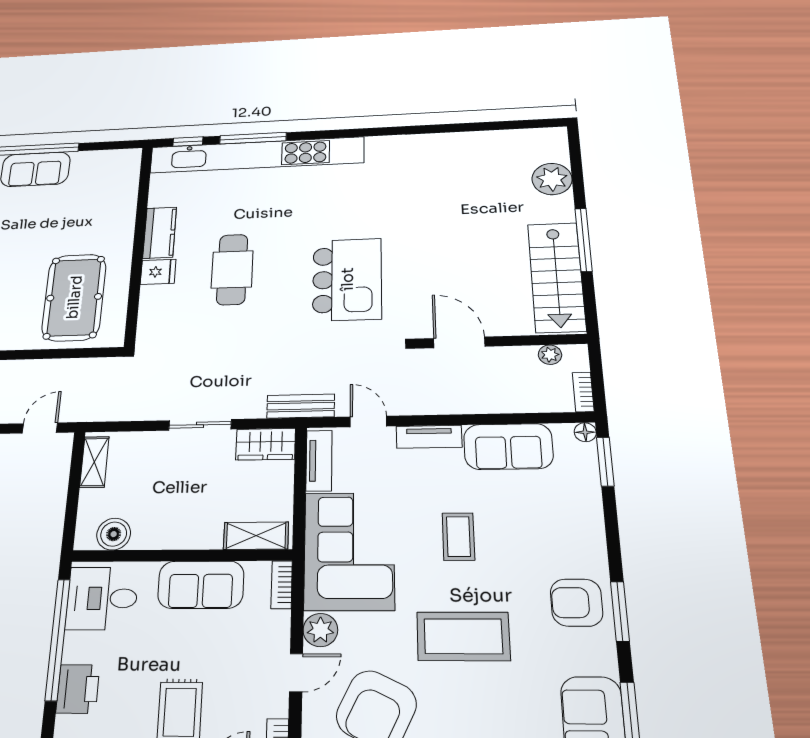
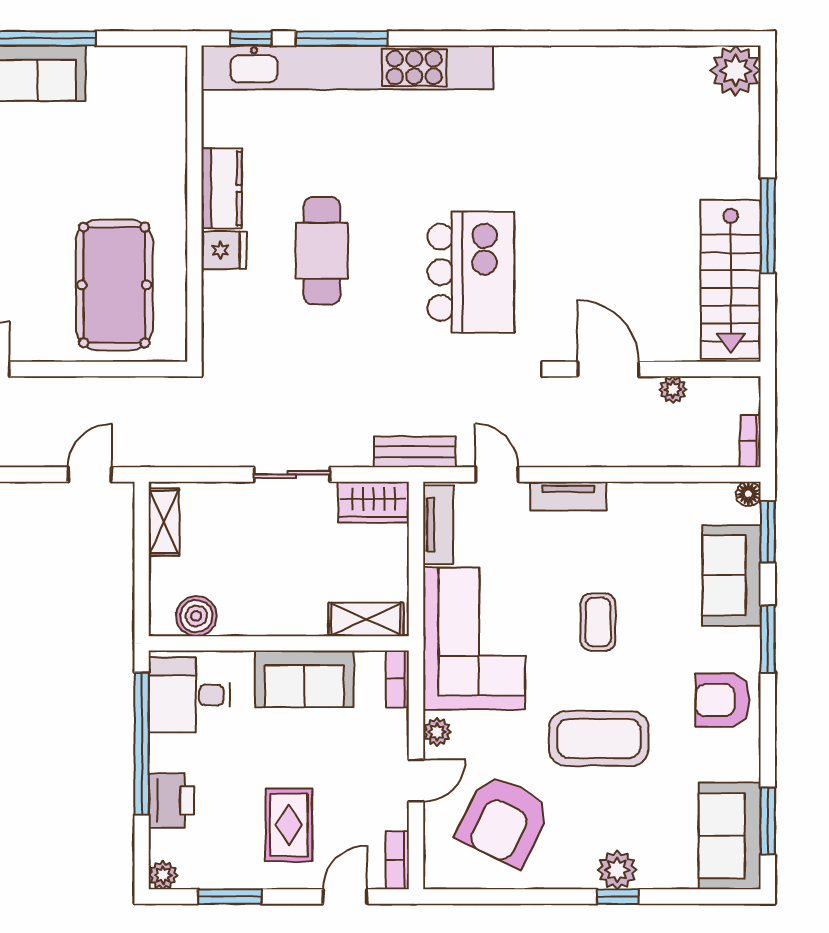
plant: (552, 179) -> (736, 71), moved
plant: (550, 355) -> (673, 390), moved
sofa: (508, 447) -> (732, 575), moved, turned 90
window: (620, 611) -> (768, 639), moved
plant: (320, 630) -> (437, 732), width x0.73, depth x0.73

